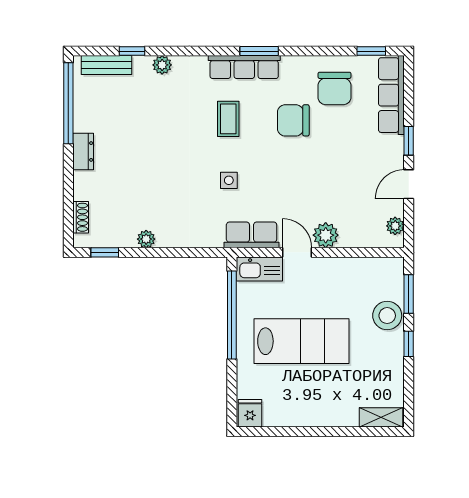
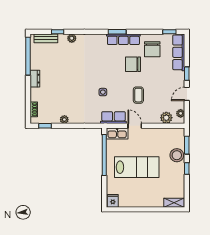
row of seats: (244, 67) -> (123, 39), moved
coffee table: (228, 119) -> (138, 95), moved
plant: (326, 235) -> (166, 118), moved

